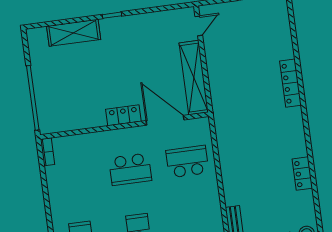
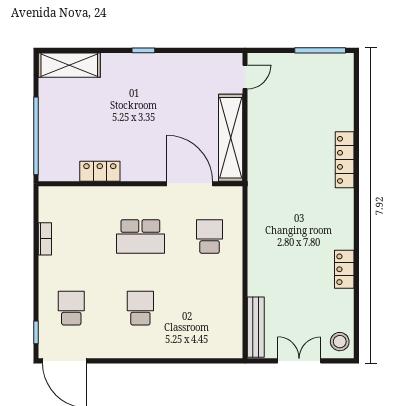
shelving: (74, 33) -> (69, 65), moved
locker: (123, 115) -> (100, 171), moved
bookcase: (47, 152) -> (45, 239), moved
school desk: (187, 162) -> (210, 236), width x0.54

